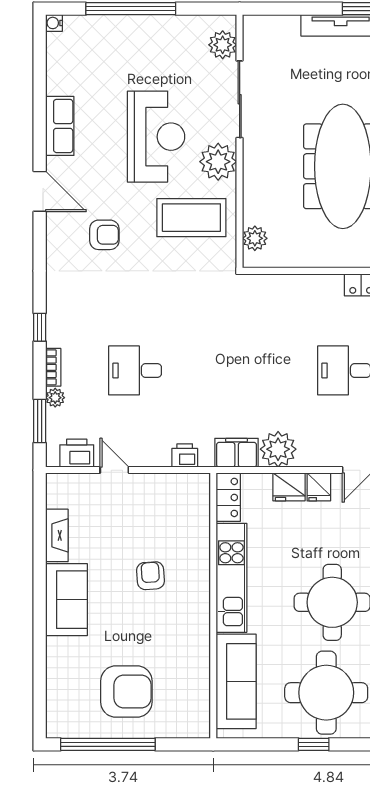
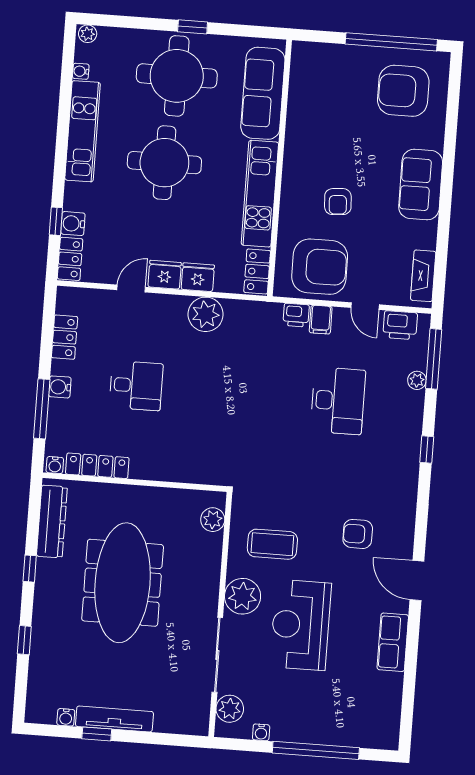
water cooler: (54, 23) -> (261, 732), moved, turned 90
coffee table: (191, 218) -> (272, 544), width x0.73, depth x0.76
bookcase: (53, 367) -> (417, 410), removed
desk: (135, 370) -> (338, 401), width x1.37
window: (40, 421) -> (434, 359), width x1.44
filing cabinet: (237, 453) -> (321, 320), moved, width x0.50
fridge: (319, 487) -> (165, 275), width x1.38
armchair: (164, 507) -> (320, 267), added
fireplace: (57, 535) -> (423, 276), moved
armchair: (126, 692) -> (403, 91), moved

